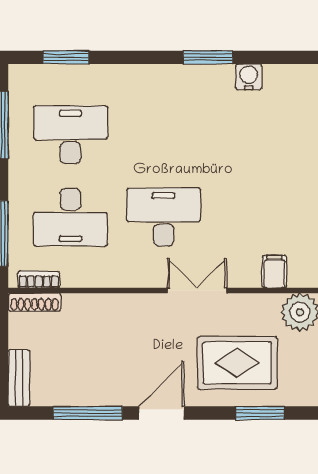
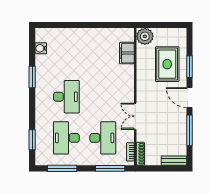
water cooler: (249, 77) -> (41, 48), moved
desk: (164, 217) -> (66, 97), moved, turned 180
filing cabinet: (274, 272) -> (127, 53), width x2.00
double door: (197, 291) -> (135, 116), moved
window: (260, 413) -> (189, 67), moved

